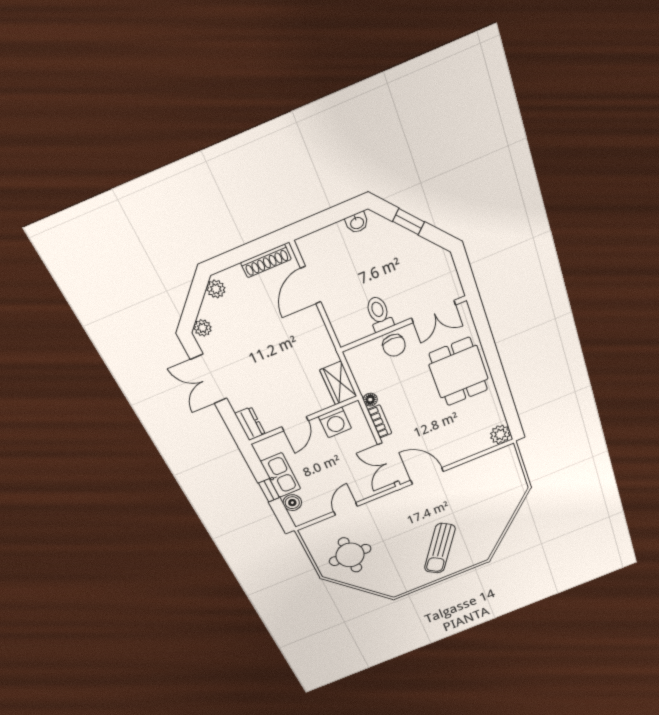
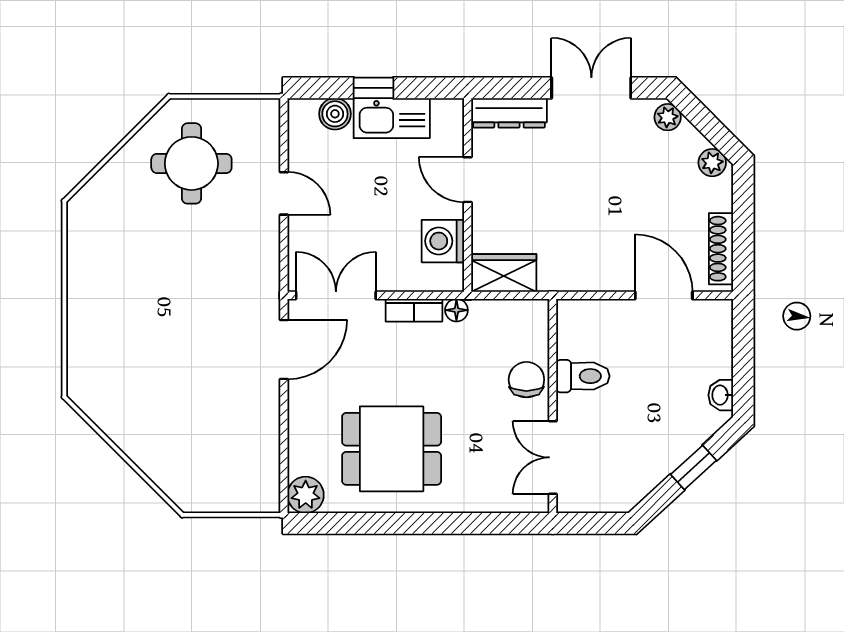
chair: (394, 345) -> (526, 380), turned 90
dining table: (459, 372) -> (392, 449), moved
dresser: (250, 424) -> (509, 113), width x1.44
sun lounger: (440, 548) -> (132, 320), removed

